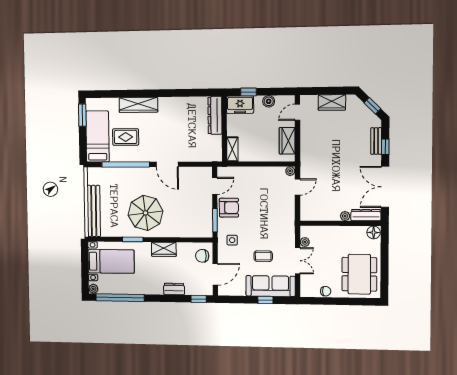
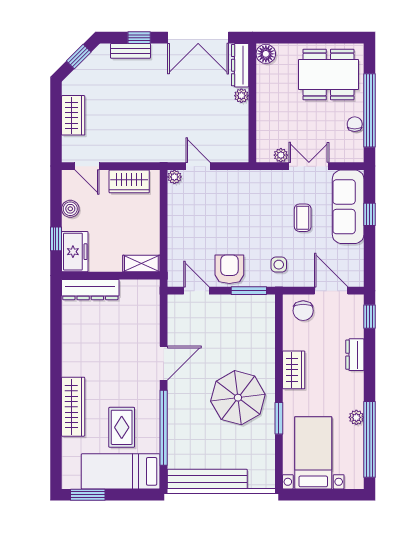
bench: (94, 211) -> (207, 479), moved
plant: (93, 289) -> (356, 417), moved
window: (335, 301) -> (370, 110), added

